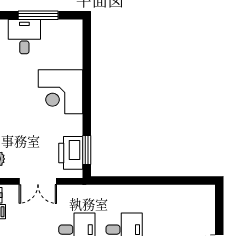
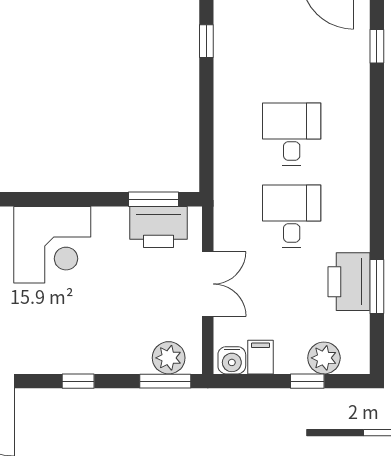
window: (178, 181) -> (206, 41), added

